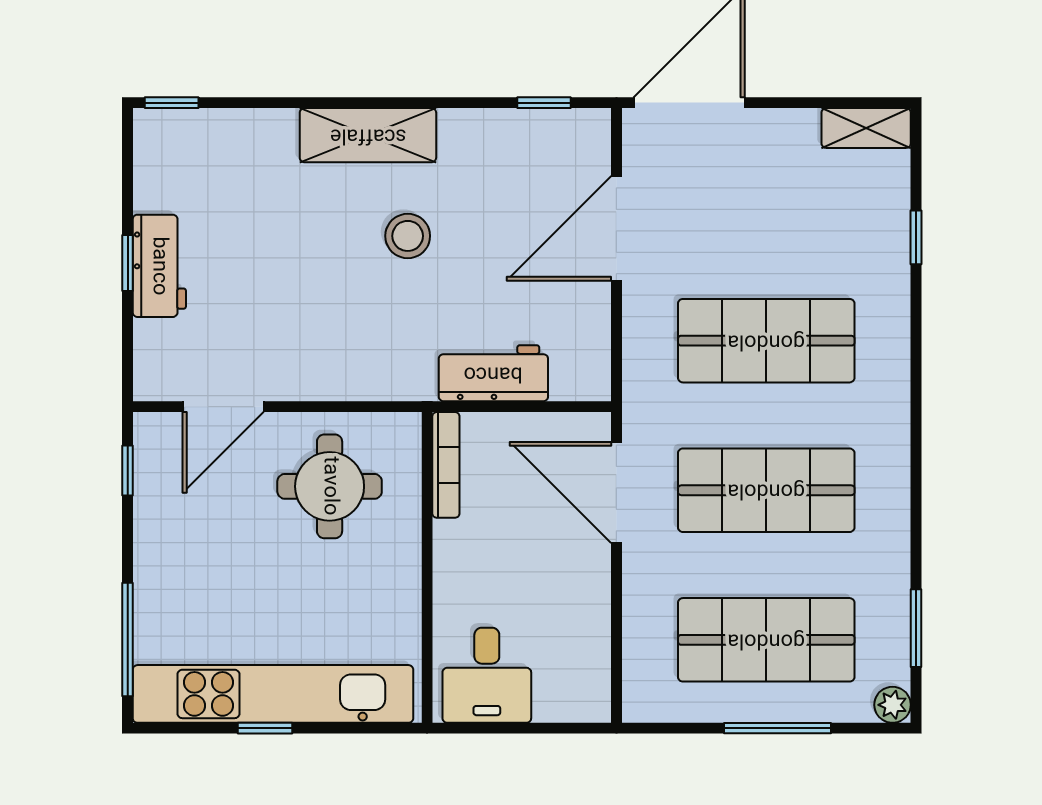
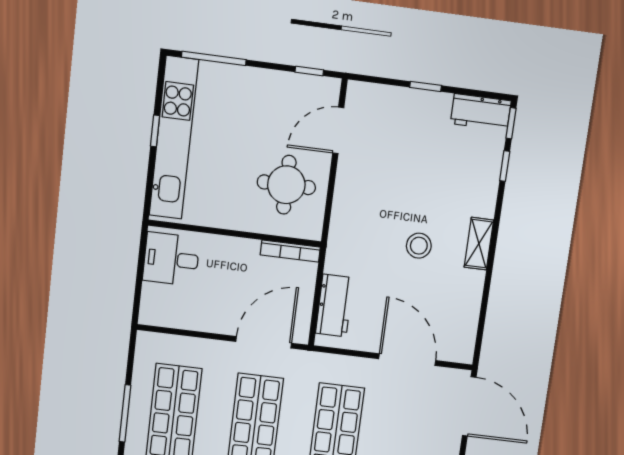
window: (544, 103) -> (505, 166), moved
shelving: (368, 135) -> (479, 244), width x0.67, depth x0.75
workbench: (159, 266) -> (481, 112), moved
workbench: (493, 373) -> (334, 306), moved
door: (223, 407) -> (338, 130), hinge flipped

